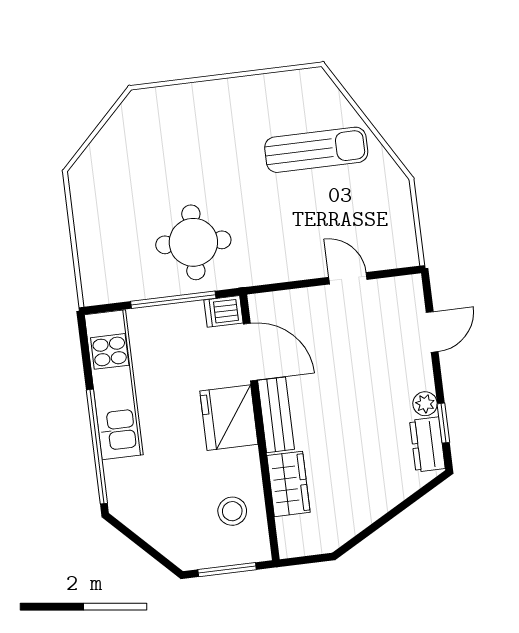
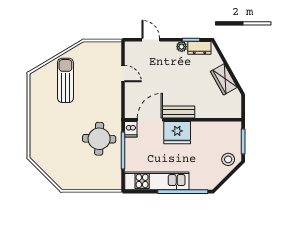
door: (348, 278) -> (123, 73), swing flipped
wardrobe: (288, 484) -> (224, 79), moved, turned -119
stool: (232, 511) -> (228, 159), moved

